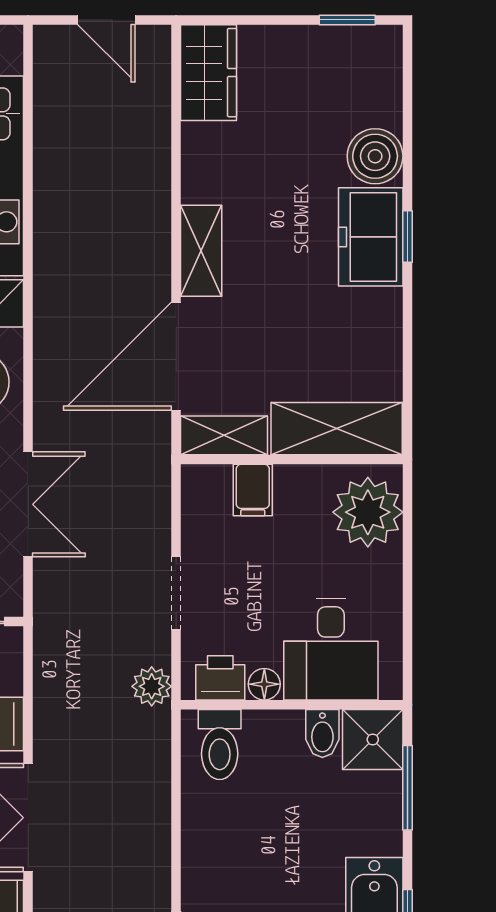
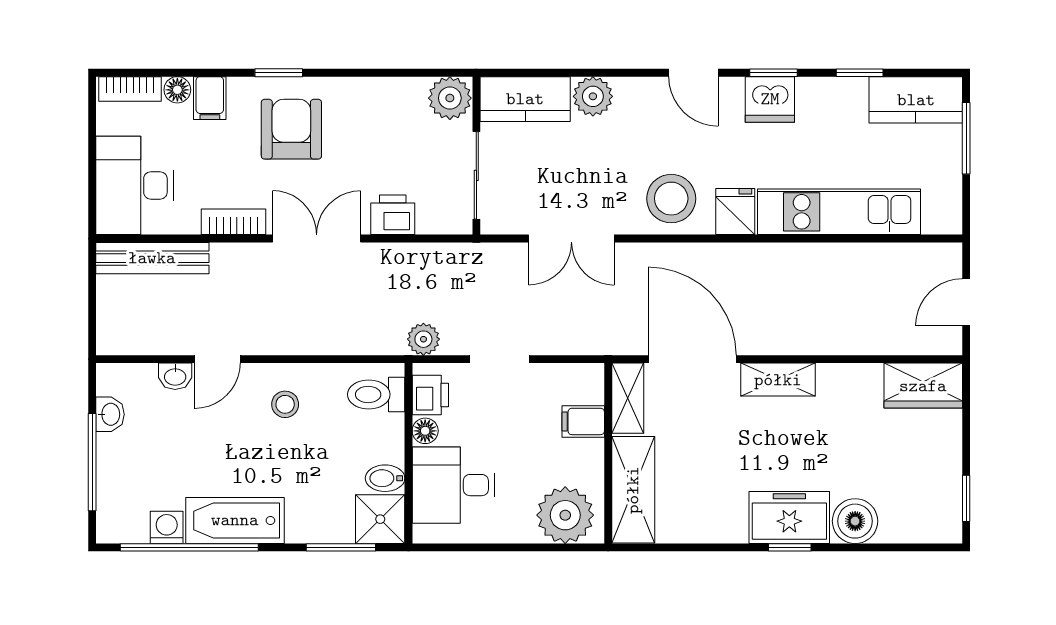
stool: (232, 856) -> (285, 404), added

